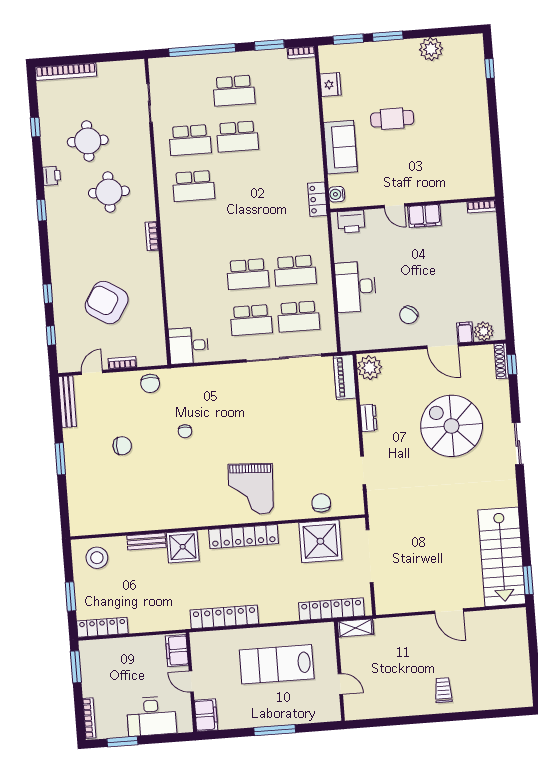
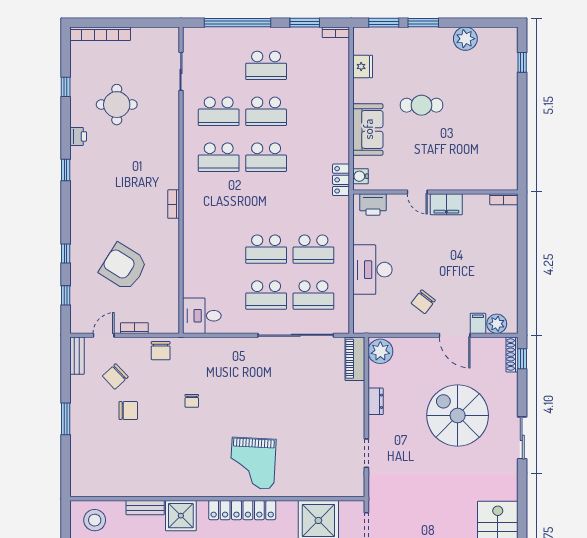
school desk: (241, 182) -> (266, 157), added
round table: (109, 192) -> (134, 157), removed
bench: (67, 402) -> (77, 356), width x0.73
chair: (321, 503) -> (115, 376), moved, turned -133

